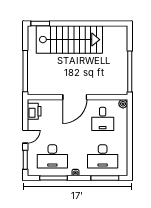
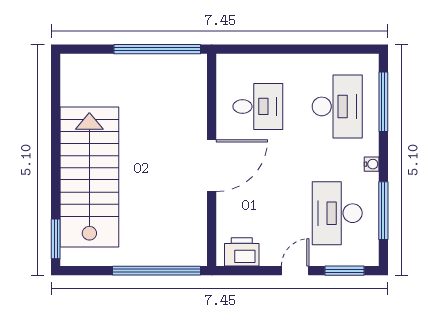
door: (75, 97) -> (212, 166), hinge flipped
plant: (123, 104) -> (226, 63), removed
door: (25, 137) -> (295, 271), hinge flipped
desk: (52, 156) -> (337, 213), turned 180

